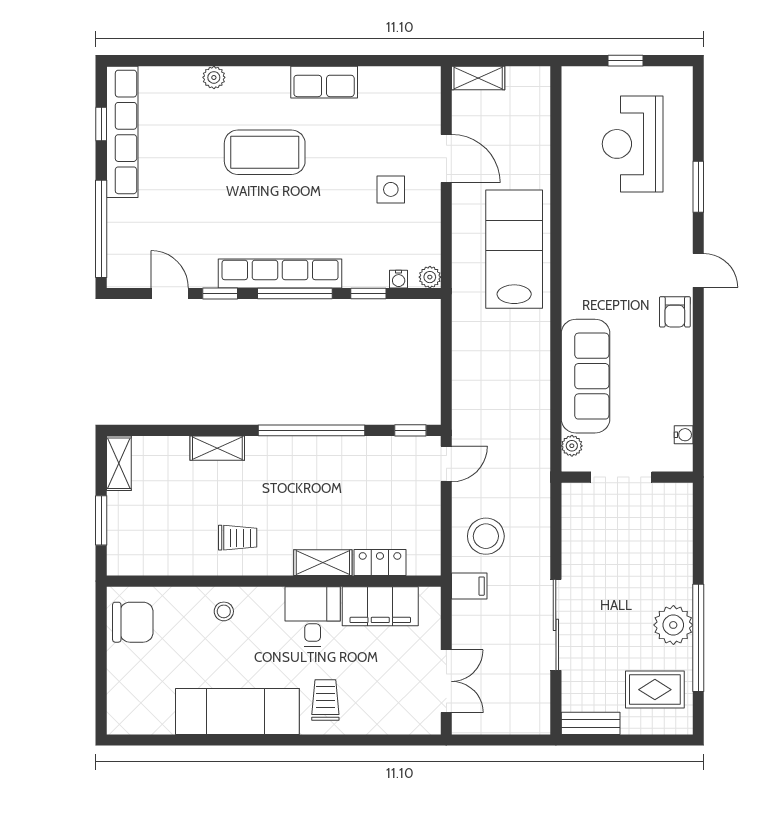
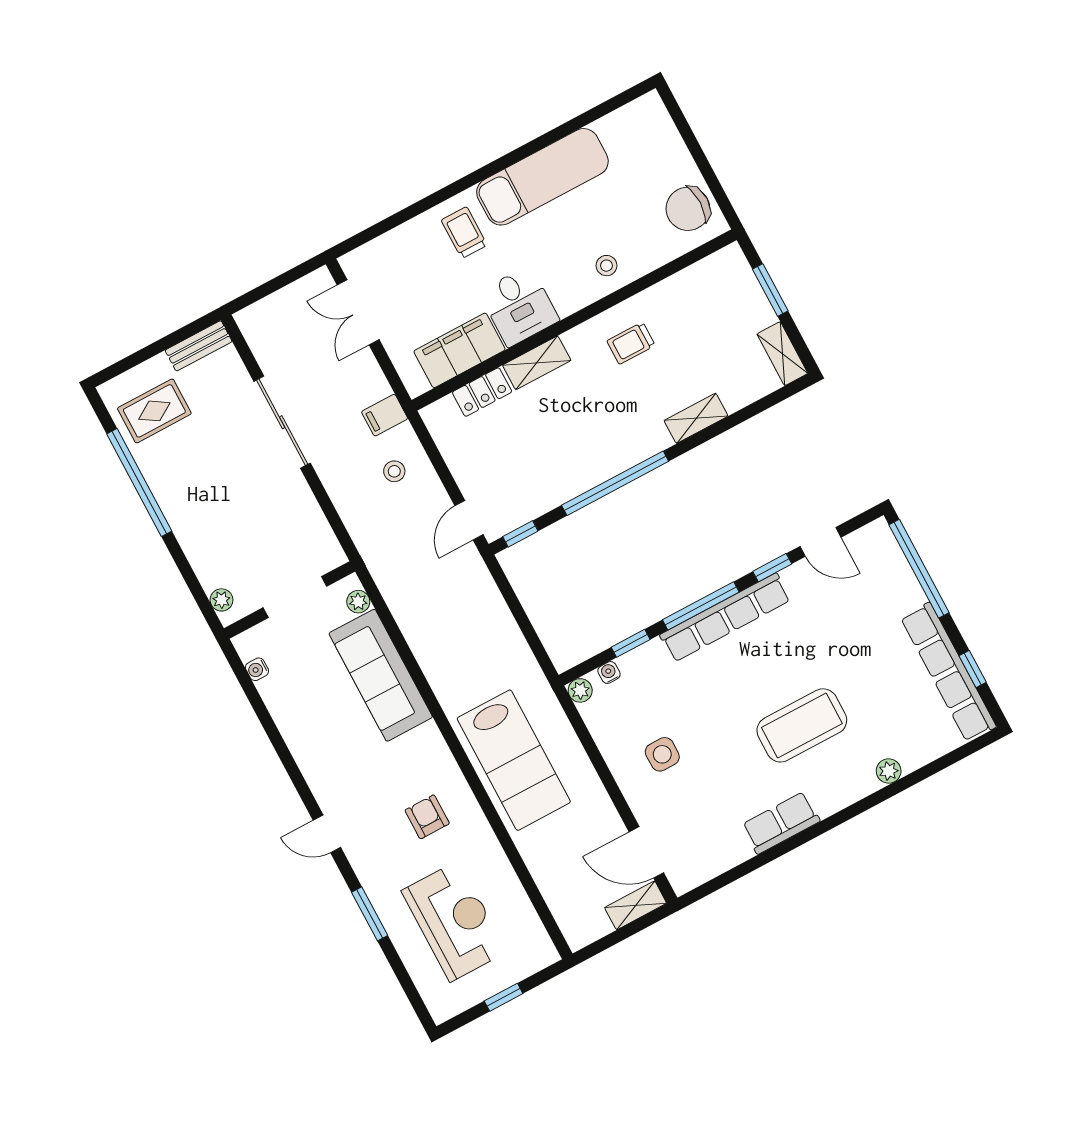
door: (446, 158) -> (646, 852), moved
armchair: (675, 312) -> (427, 817), moved
stool: (486, 536) -> (394, 471), width x0.53, depth x0.53
plant: (673, 625) -> (222, 600), moved, width x0.53, depth x0.53
trolley: (325, 700) -> (464, 233), turned 180

